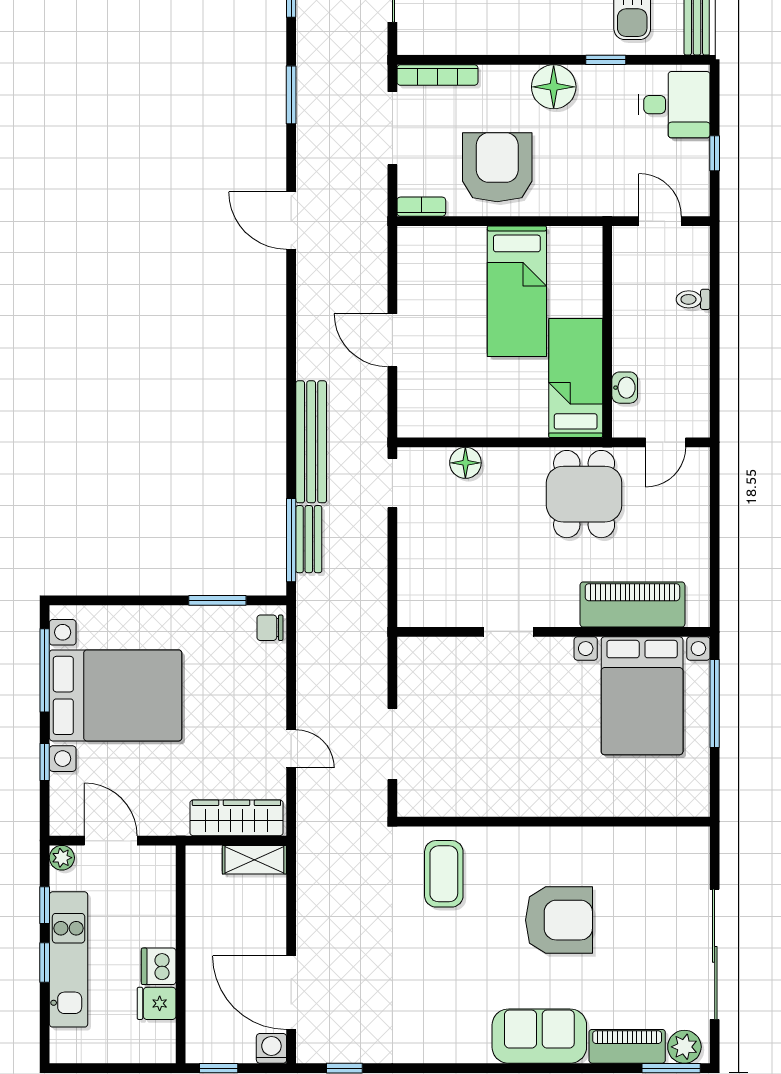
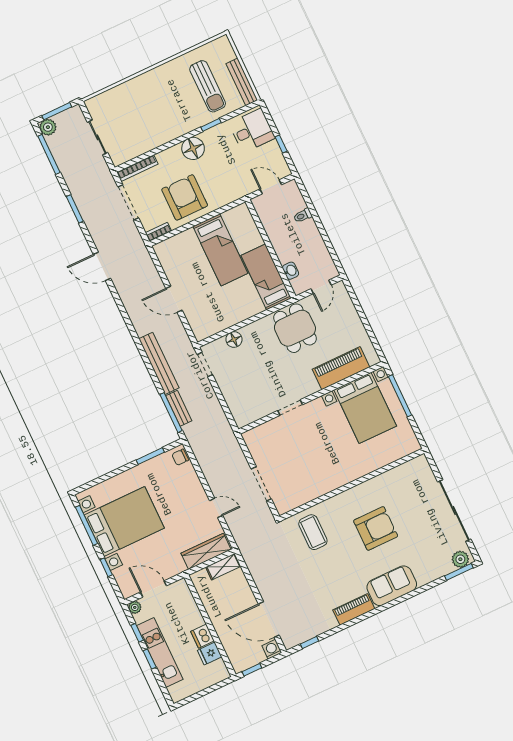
piano: (627, 1046) -> (354, 609), moved

